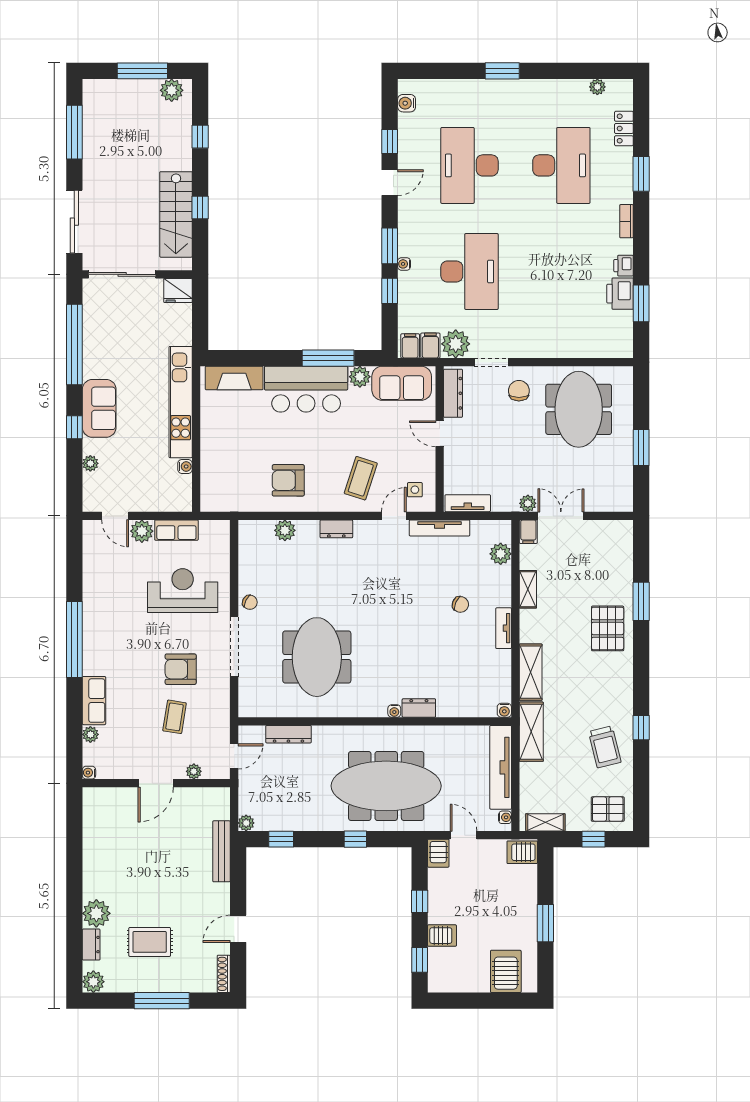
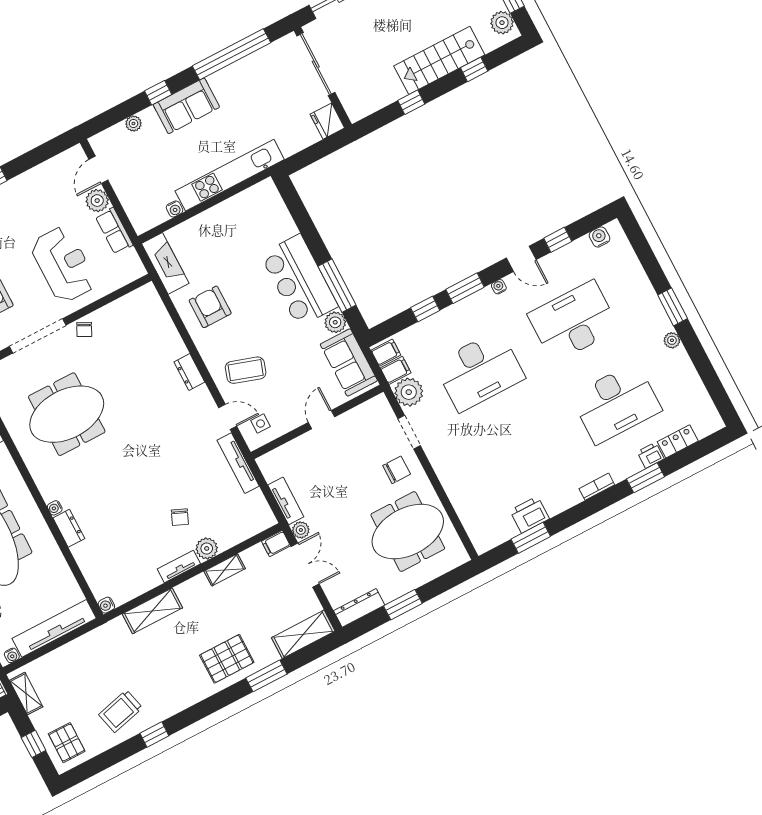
plant: (597, 87) -> (672, 340), moved
stairs: (176, 214) -> (439, 60), moved
water cooler: (404, 264) -> (499, 287), moved
printer: (624, 266) -> (651, 455), moved
fireplace: (234, 378) -> (165, 263), moved, turned 180
dresser: (453, 393) -> (359, 608), moved, turned 180
tv unit: (468, 503) -> (286, 501), moved
plant: (285, 530) -> (164, 327), removed
plant: (501, 554) -> (207, 548), moved
shelving: (531, 732) -> (303, 634), moved

